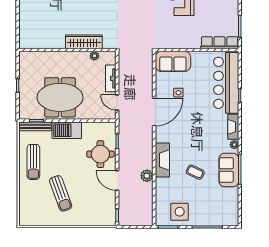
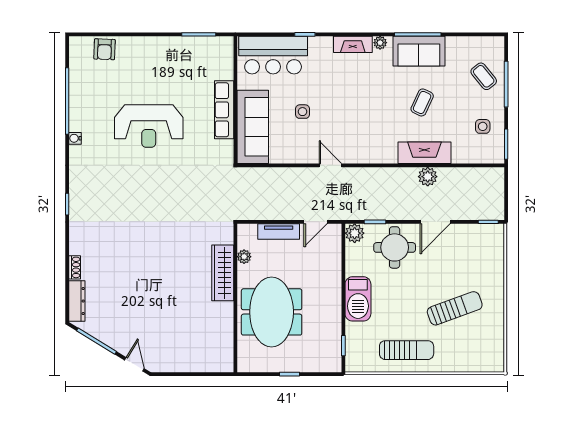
row of seats: (220, 43) -> (224, 110), moved
sofa: (173, 61) -> (253, 127), width x1.36
bar counter: (226, 83) -> (273, 55), width x0.73
side table: (178, 93) -> (302, 112), moved
meeting table: (60, 97) -> (272, 312), moved
door: (154, 112) -> (330, 165), width x0.53
bench: (35, 126) -> (352, 348), removed
plant: (110, 128) -> (355, 233), added
fireplace: (162, 160) -> (424, 153), moved
side table: (180, 212) -> (483, 126), width x0.54, depth x0.54
coffee table: (212, 212) -> (484, 76), added

